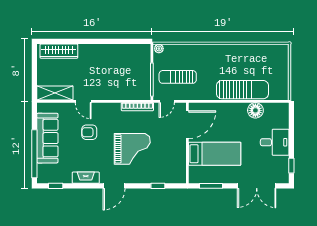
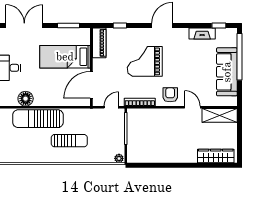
sun lounger: (178, 77) -> (69, 141), moved
armchair: (89, 132) -> (170, 95), moved, turned -90
piano: (179, 168) -> (99, 43), added
fireplace: (86, 178) -> (202, 33), moved

